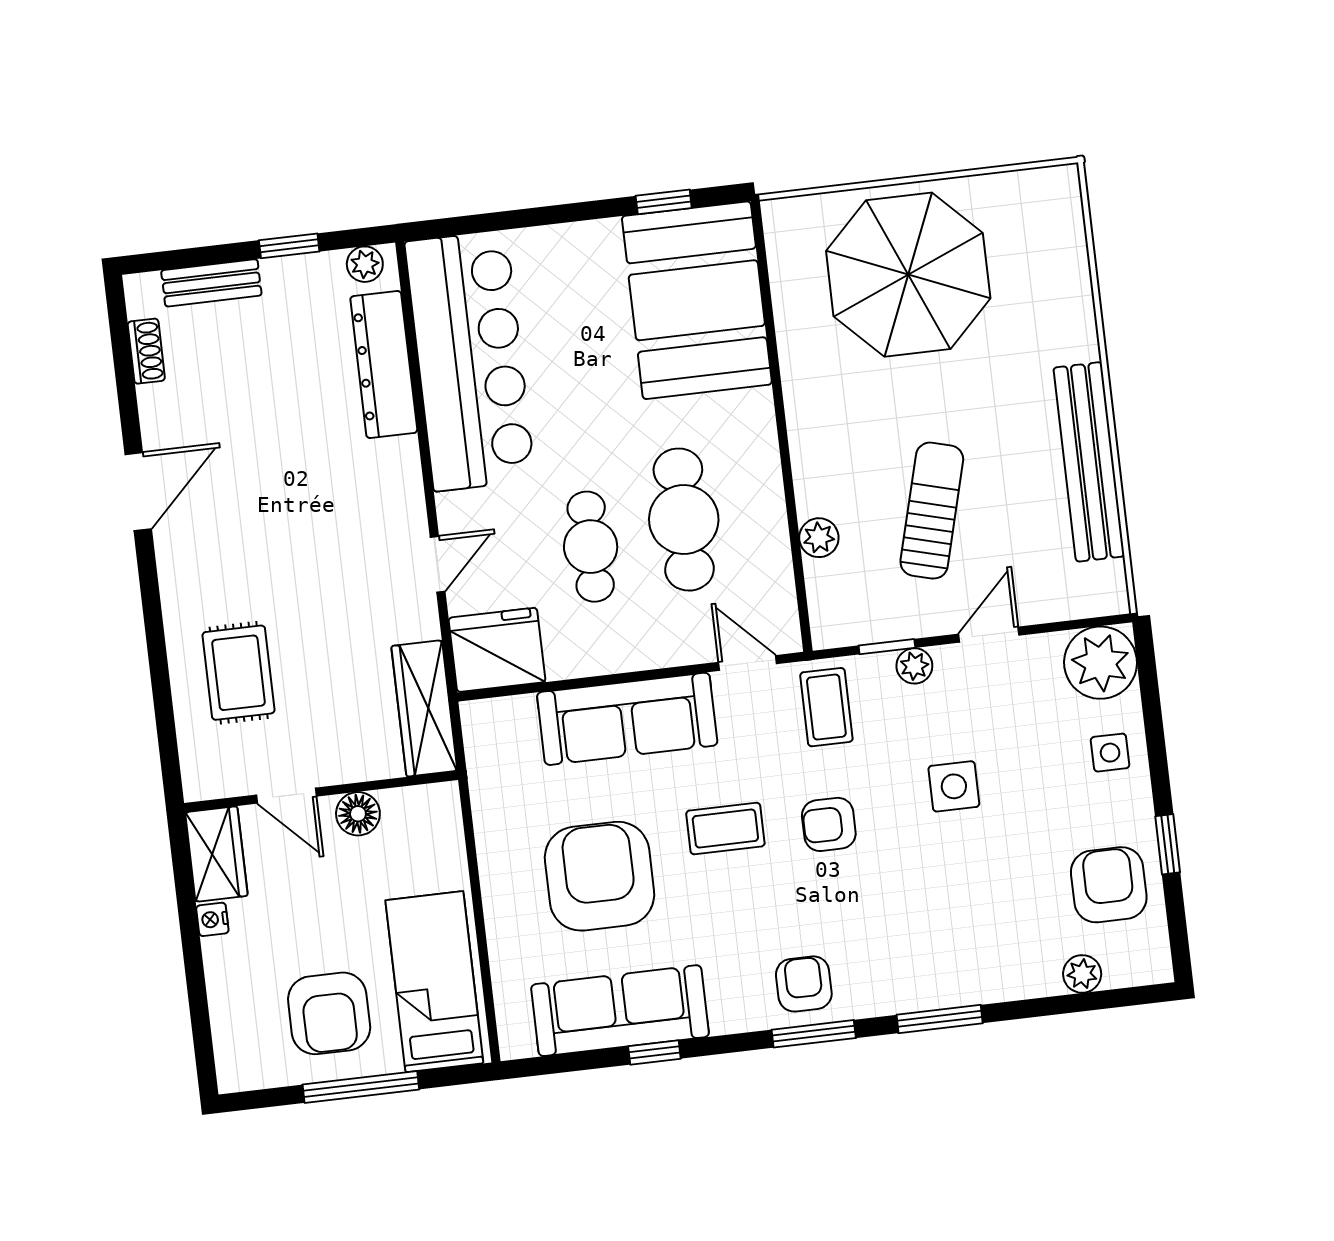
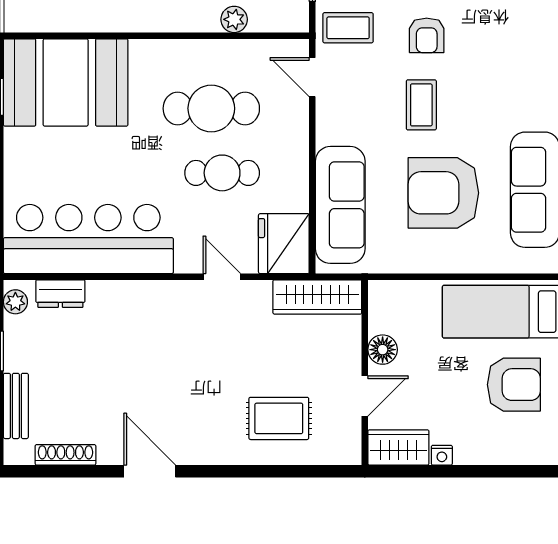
shoe rack: (146, 351) -> (65, 455), width x1.43
dresser: (384, 365) -> (60, 294), width x0.51, depth x0.80
door: (748, 663) -> (312, 77), hinge flipped
sofa: (627, 719) -> (340, 205), moved
armchair: (804, 984) -> (531, 65), removed

